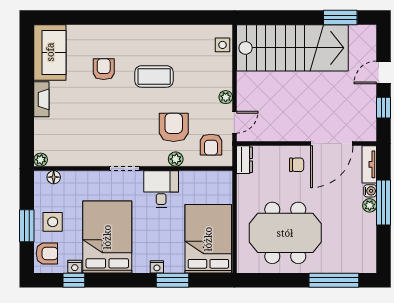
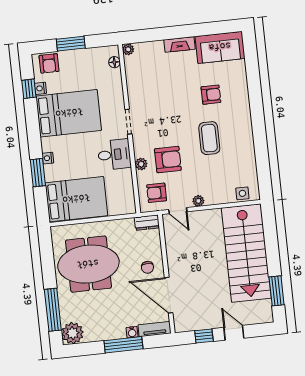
plant: (370, 205) -> (73, 333), moved, width x1.87, depth x1.87
side table: (53, 222) -> (76, 65), removed
meeting table: (285, 233) -> (88, 264), turned 90

